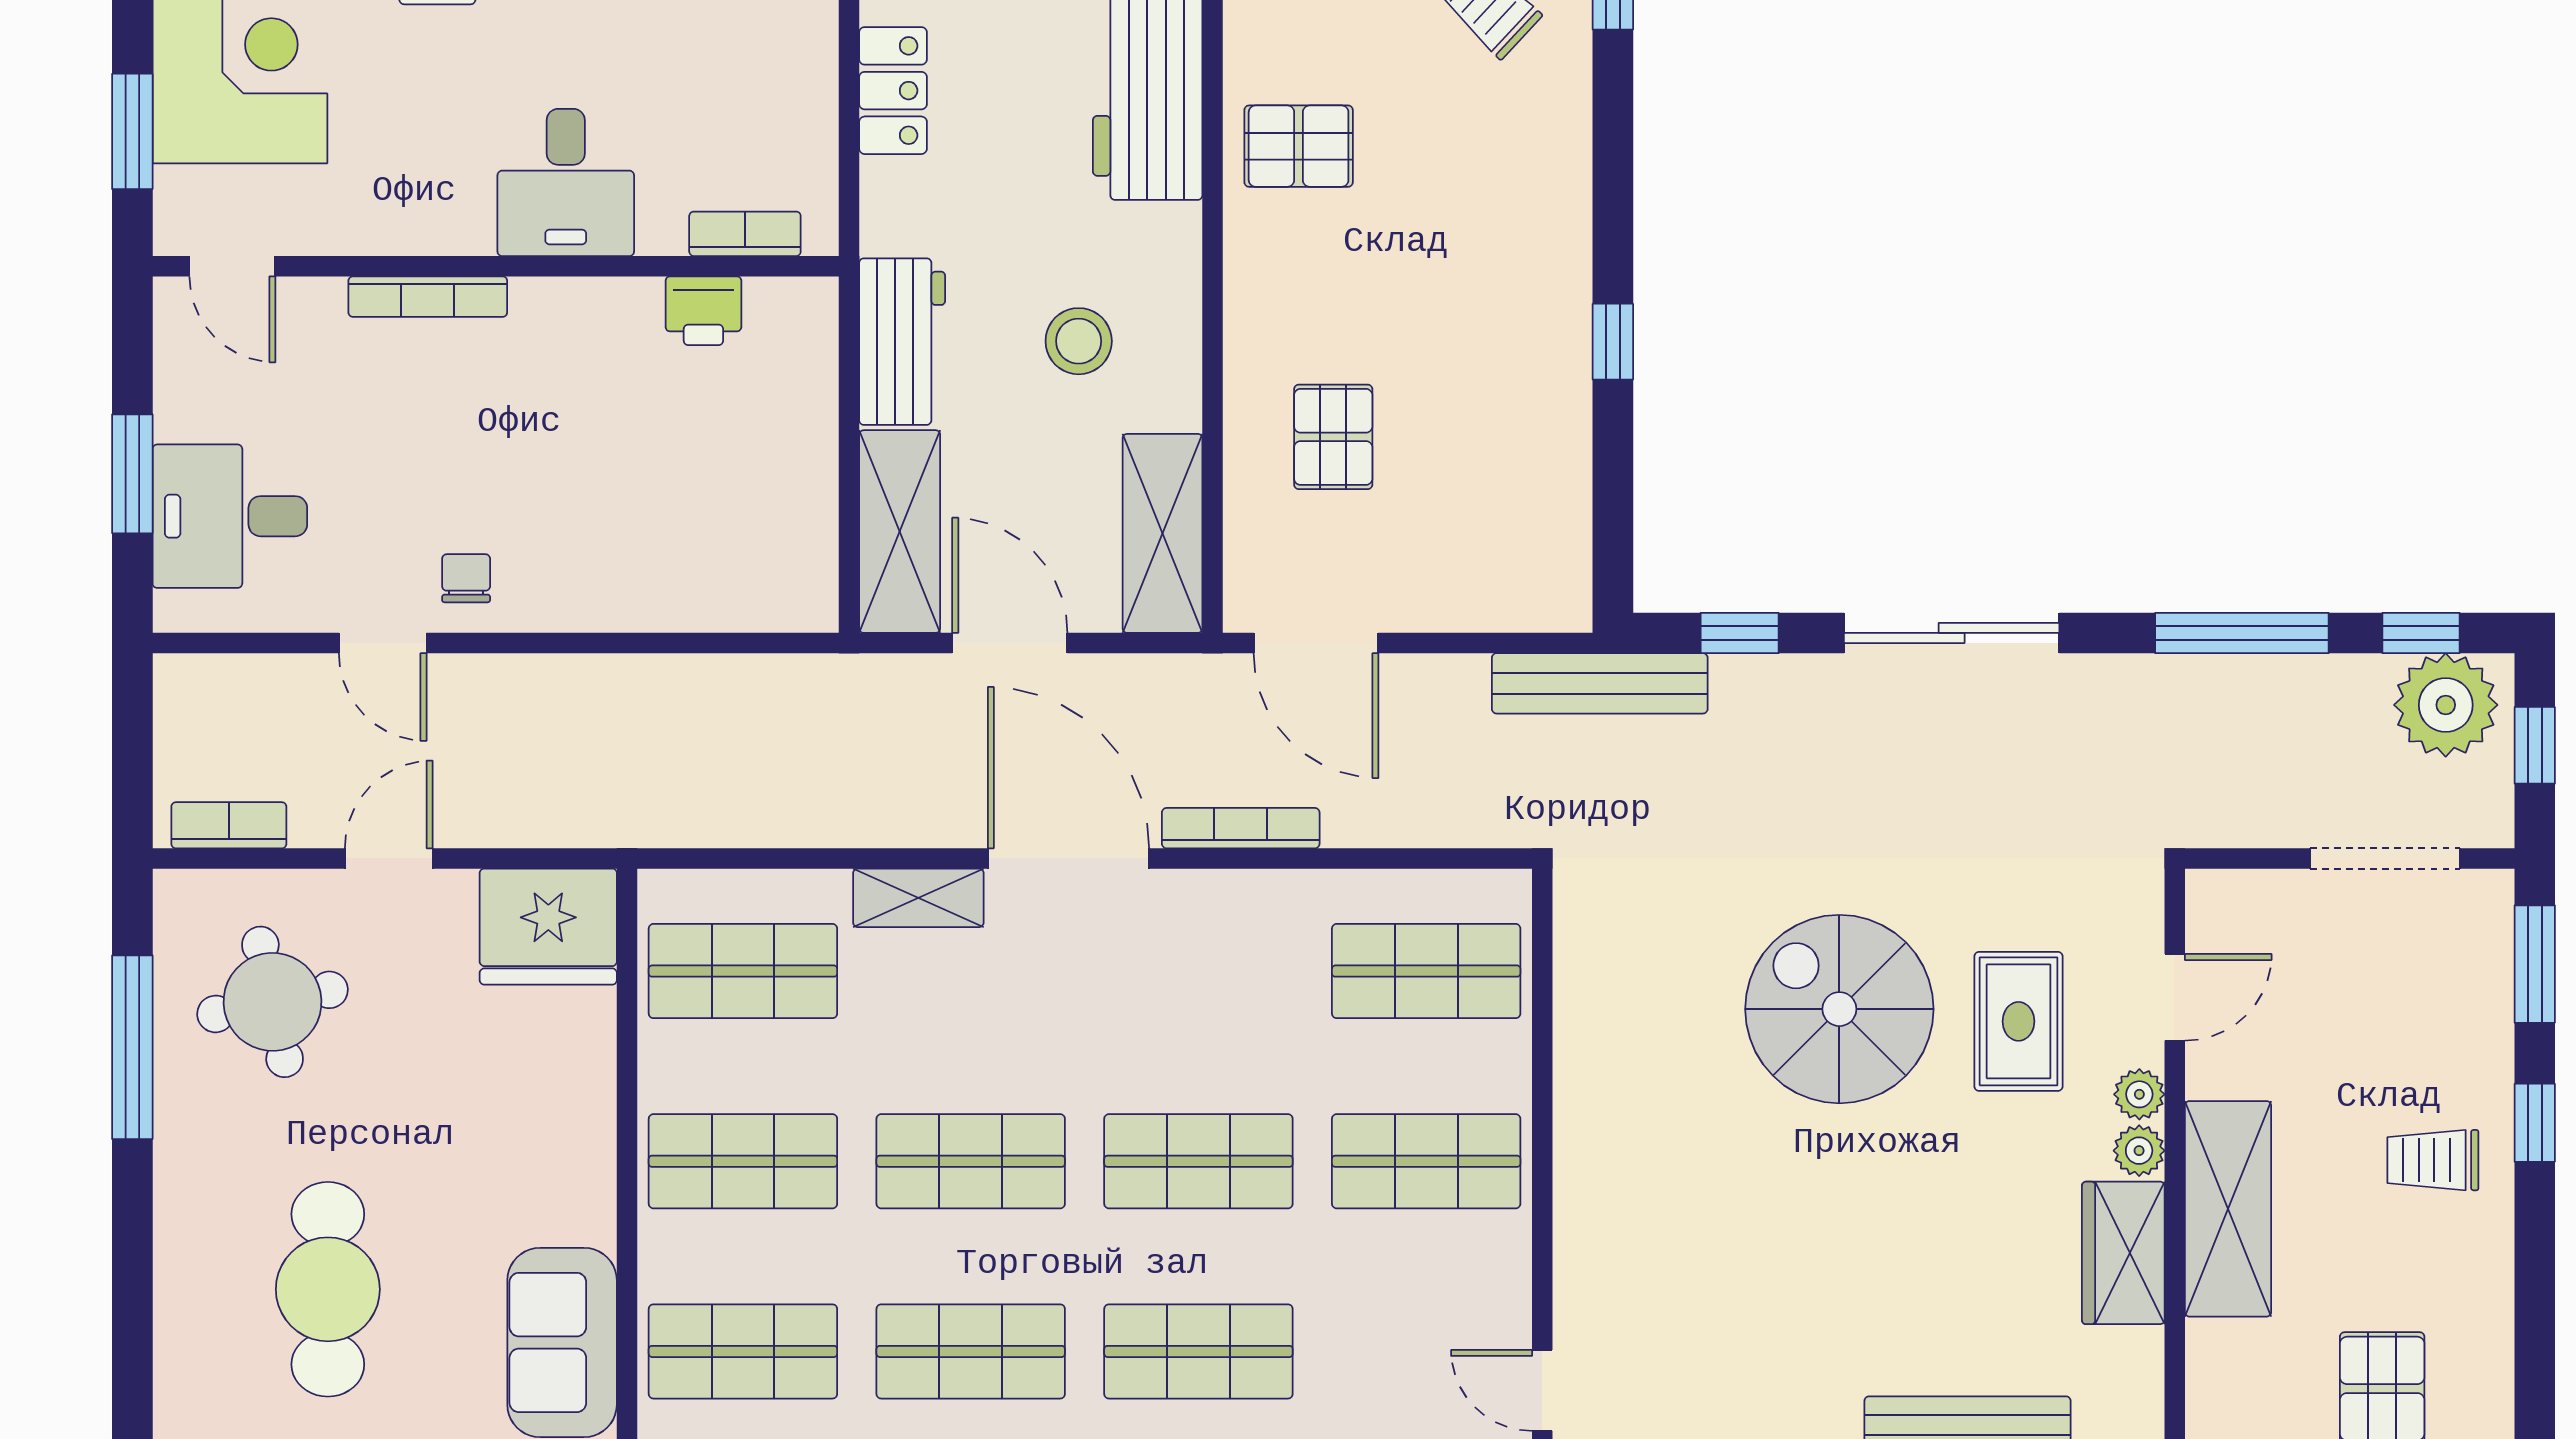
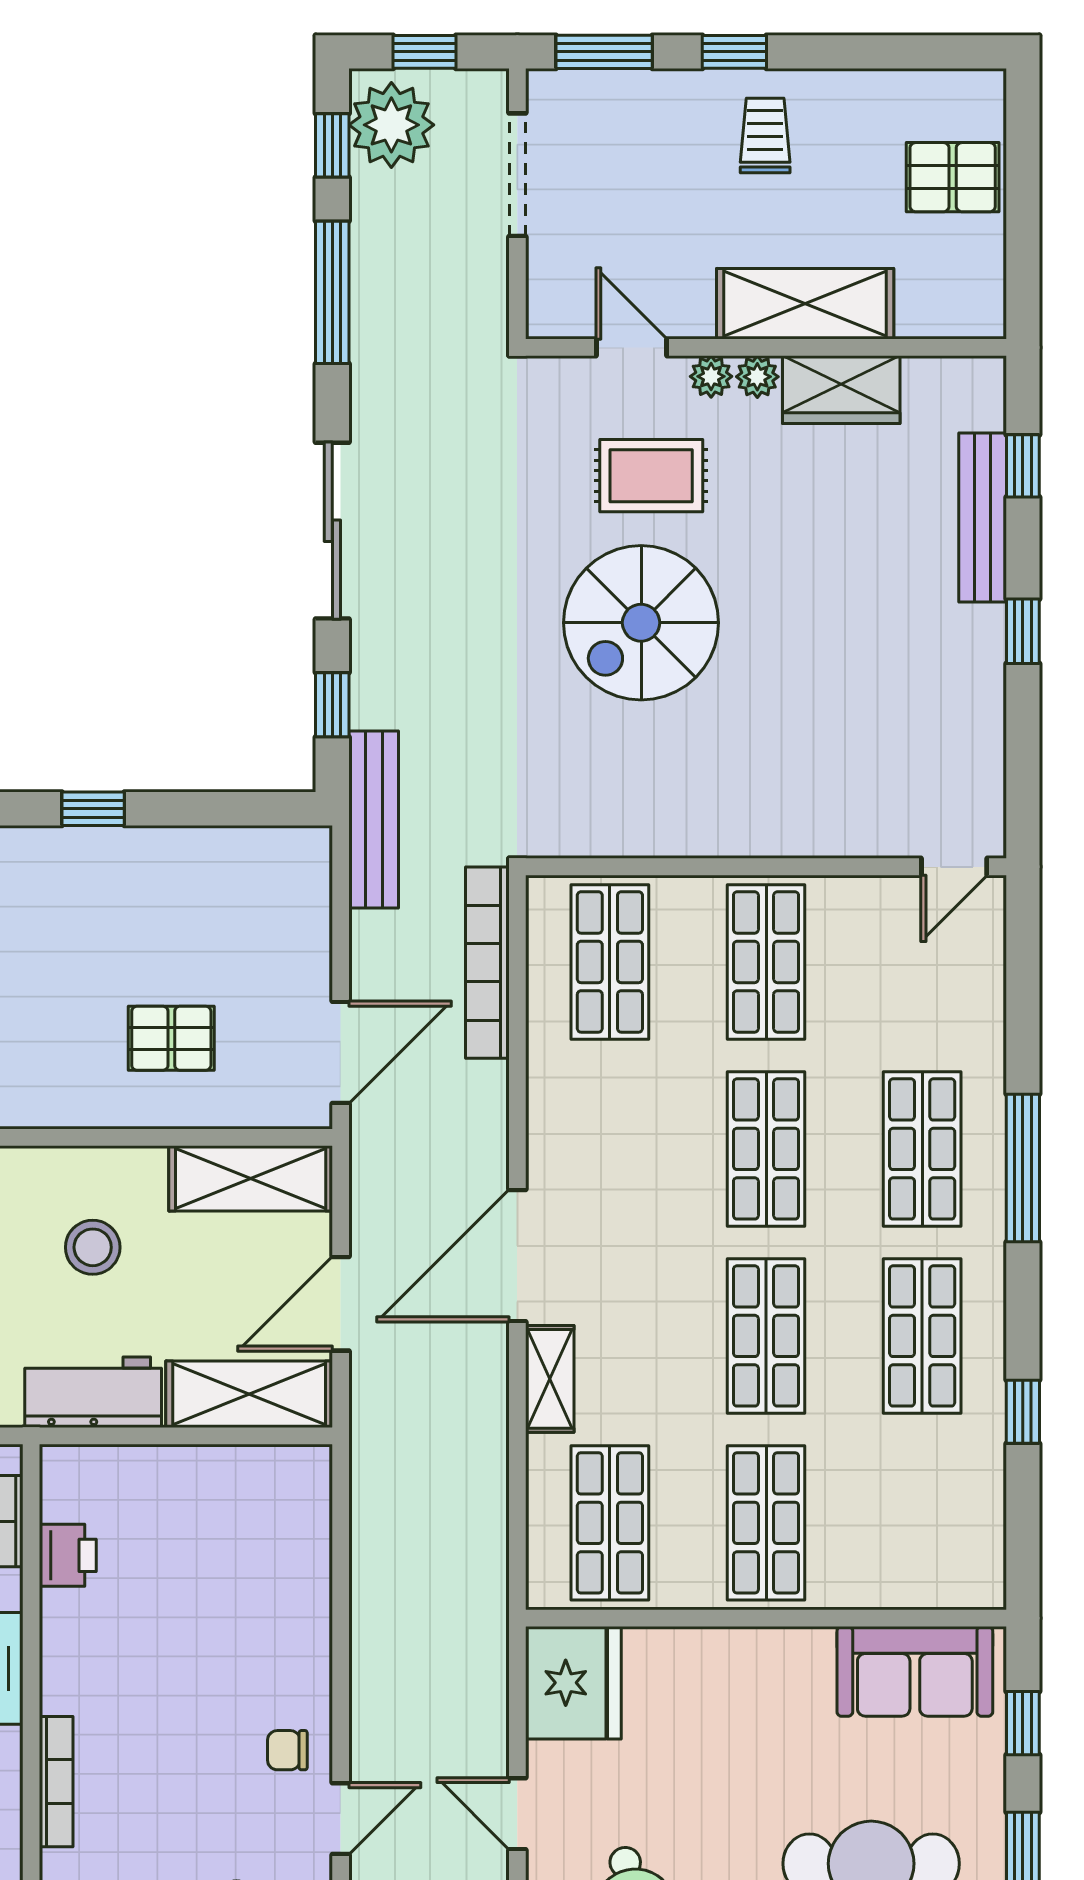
bookcase: (1241, 828) -> (487, 963), moved, width x1.48, depth x1.31
trolley: (2433, 1160) -> (765, 136), turned 180
shop shelf: (743, 1351) -> (922, 1523), removed

